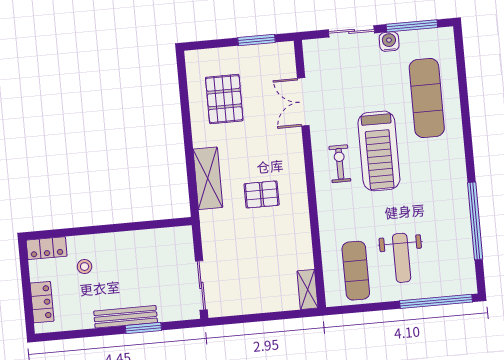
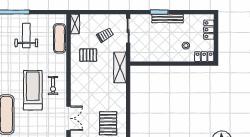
shelving: (208, 178) -> (120, 67), moved
pallet: (262, 194) -> (88, 55), moved
exercise mat: (356, 271) -> (60, 38), moved
trolley: (246, 273) -> (105, 35), added

